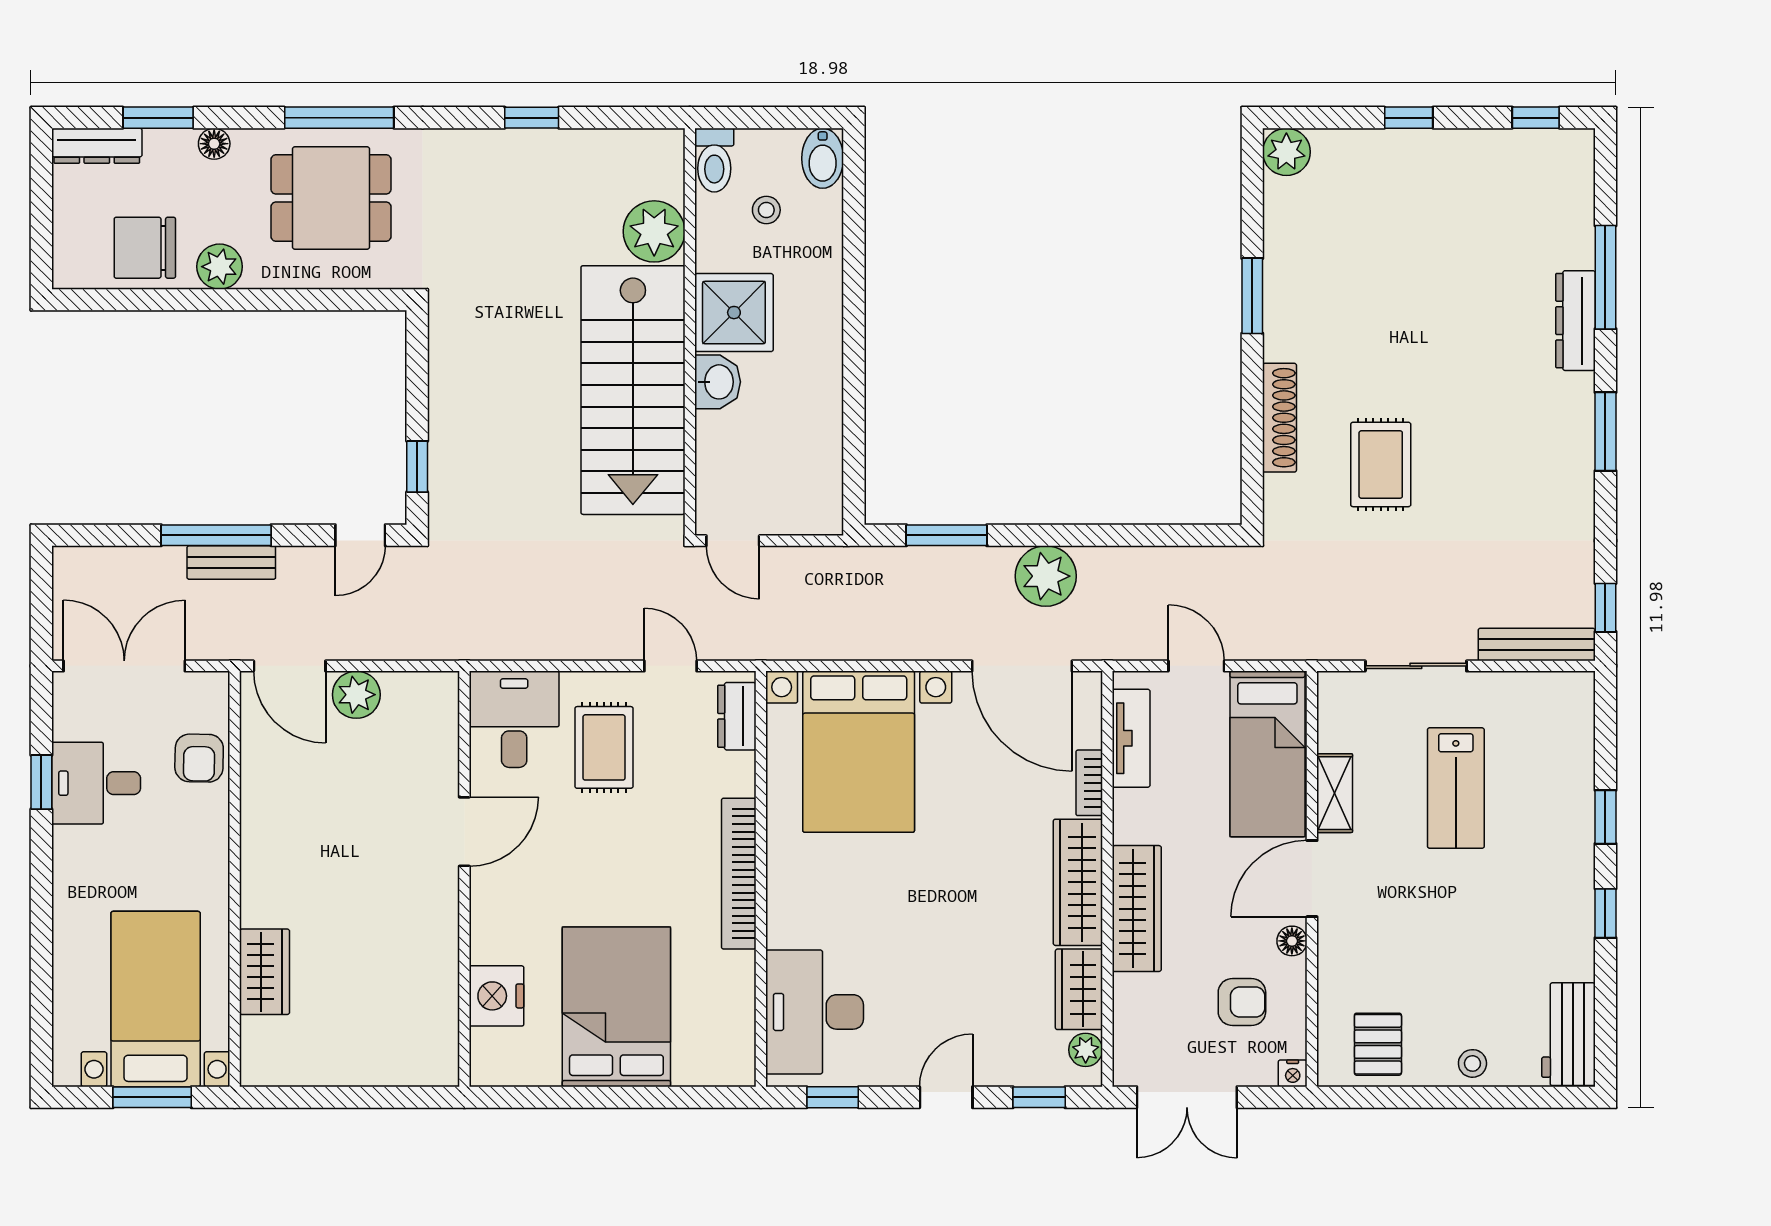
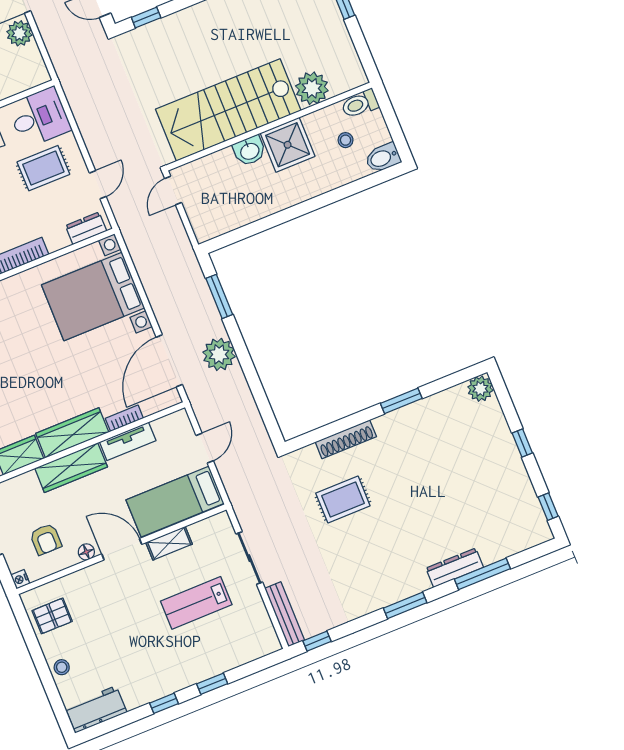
tv unit: (1131, 738) -> (128, 441), moved

